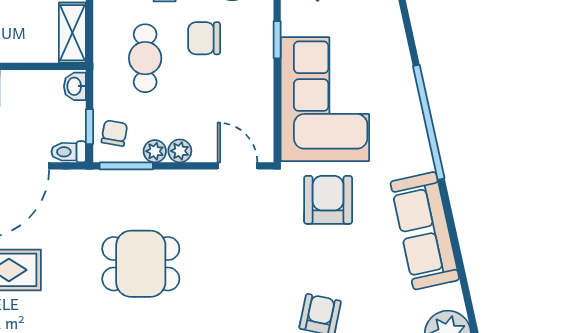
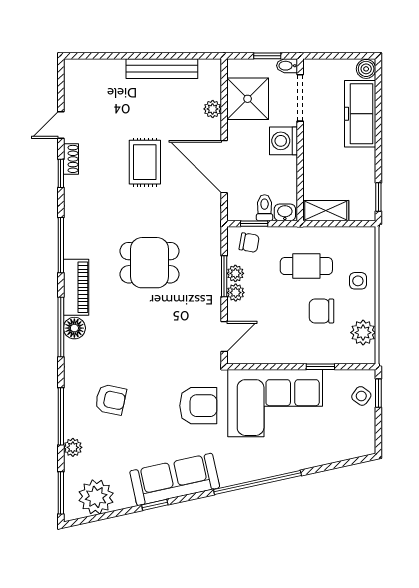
chair: (204, 38) -> (322, 311), turned -90
toilet: (69, 152) -> (265, 208), moved
window: (126, 166) -> (224, 276), moved
window: (458, 257) -> (155, 505), added
dining table: (141, 264) -> (150, 263), turned 90

